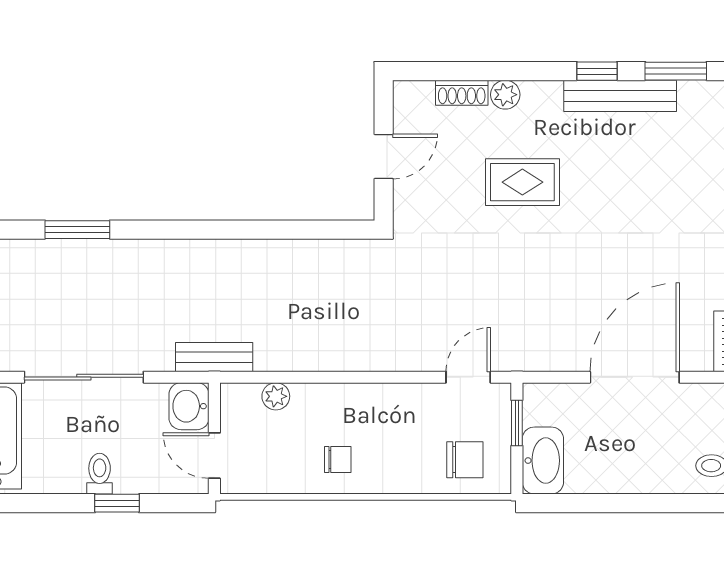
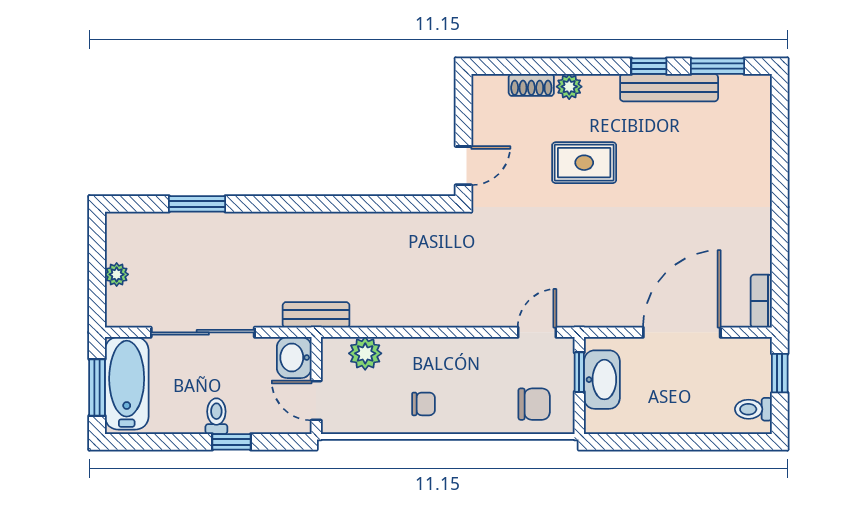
door: (384, 156) -> (463, 166), moved
plant: (276, 396) -> (365, 353), width x1.38, depth x1.38
washbasin: (543, 461) -> (602, 380), moved

